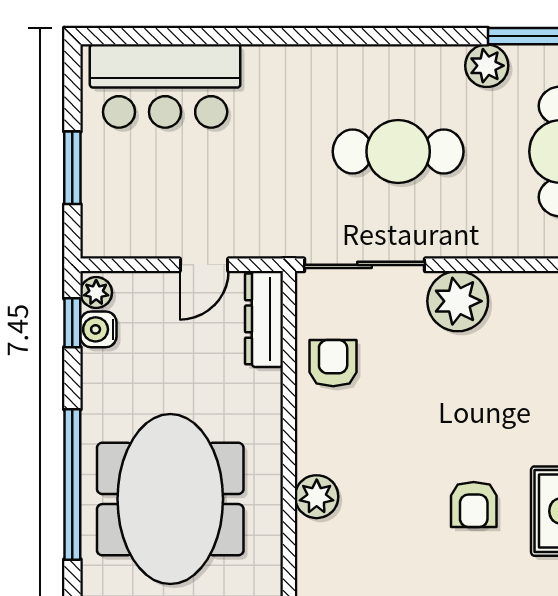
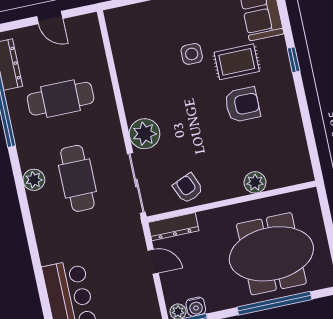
plant: (487, 66) -> (34, 180), moved
armchair: (333, 363) -> (188, 188), turned 67
armchair: (474, 504) -> (242, 105), width x1.38, depth x1.38

